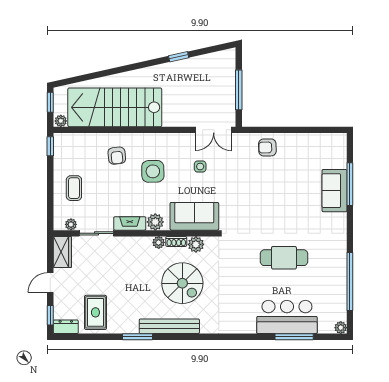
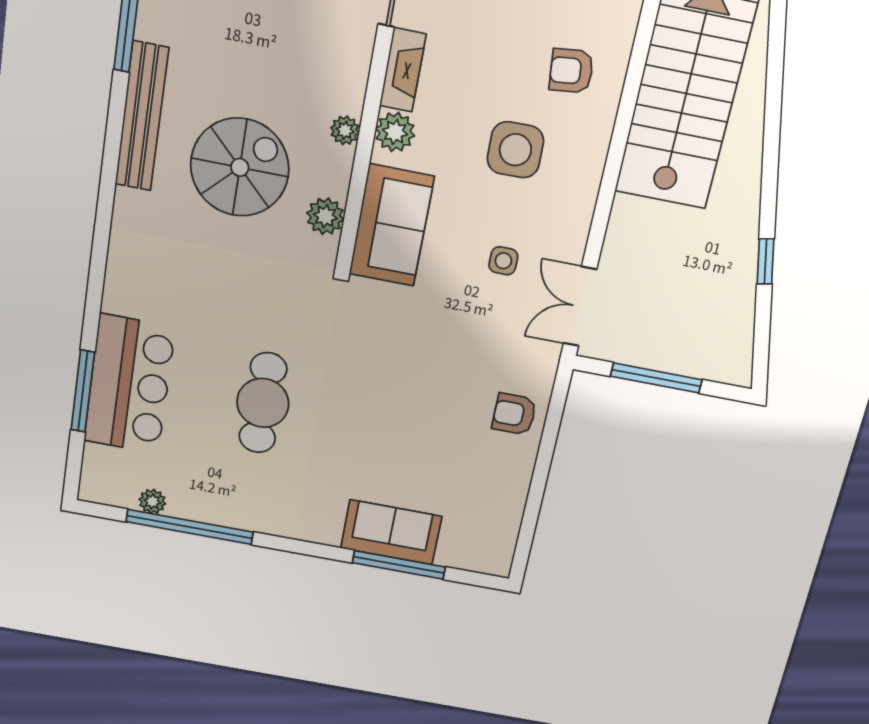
armchair: (267, 147) -> (514, 414), turned -89
shoe rack: (176, 241) -> (340, 172), removed
spiral stairs: (182, 283) -> (240, 167), turned 180
plant: (341, 328) -> (152, 501), moved

